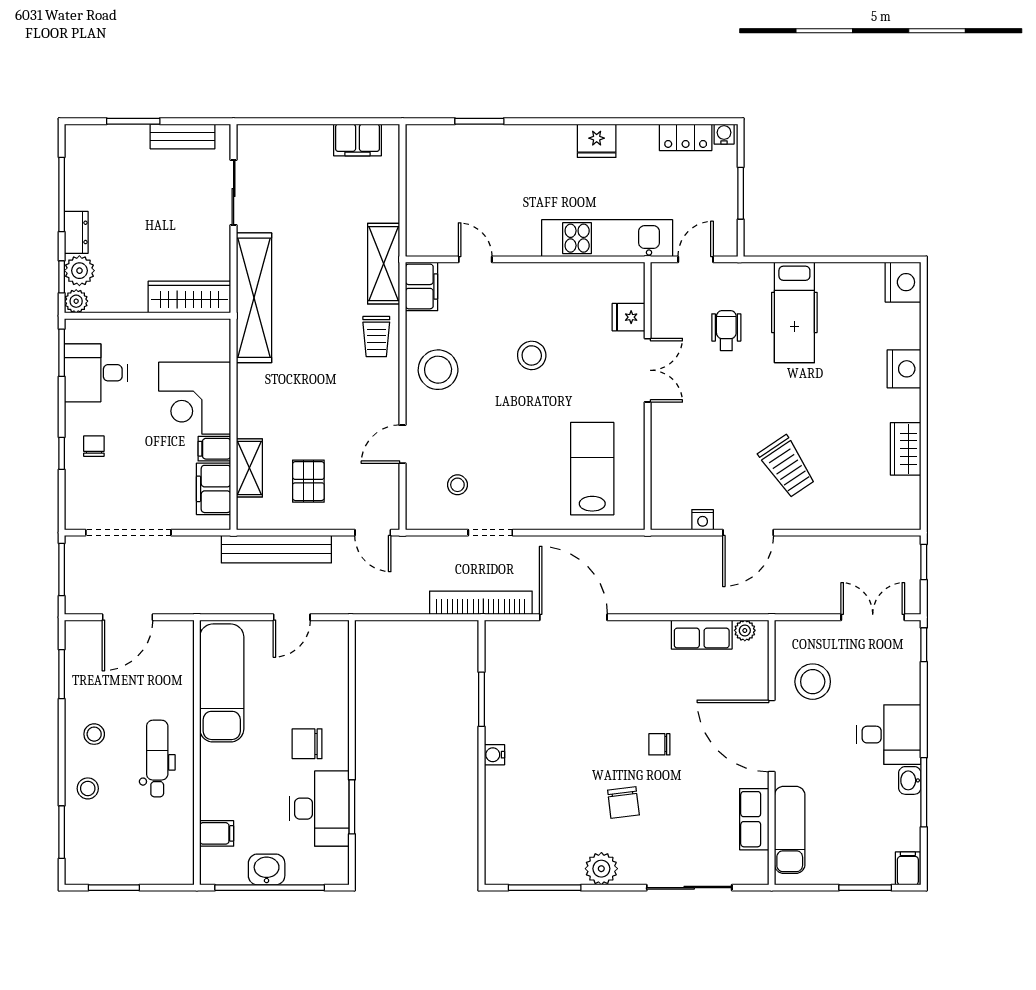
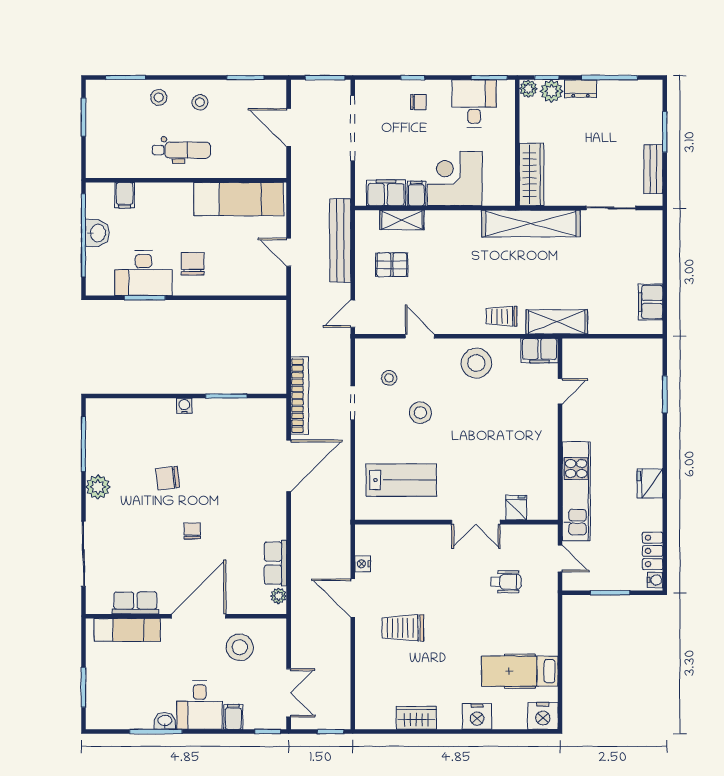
hospital bed: (794, 312) -> (520, 671), moved
stool: (532, 355) -> (420, 413), moved
trolley: (787, 467) -> (403, 628), turned 34
chair: (623, 803) -> (168, 478), moved
filing cabinet: (908, 868) -> (233, 717), moved, turned -90

